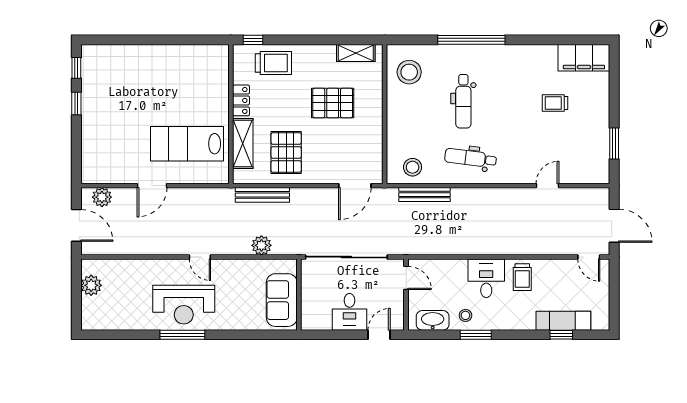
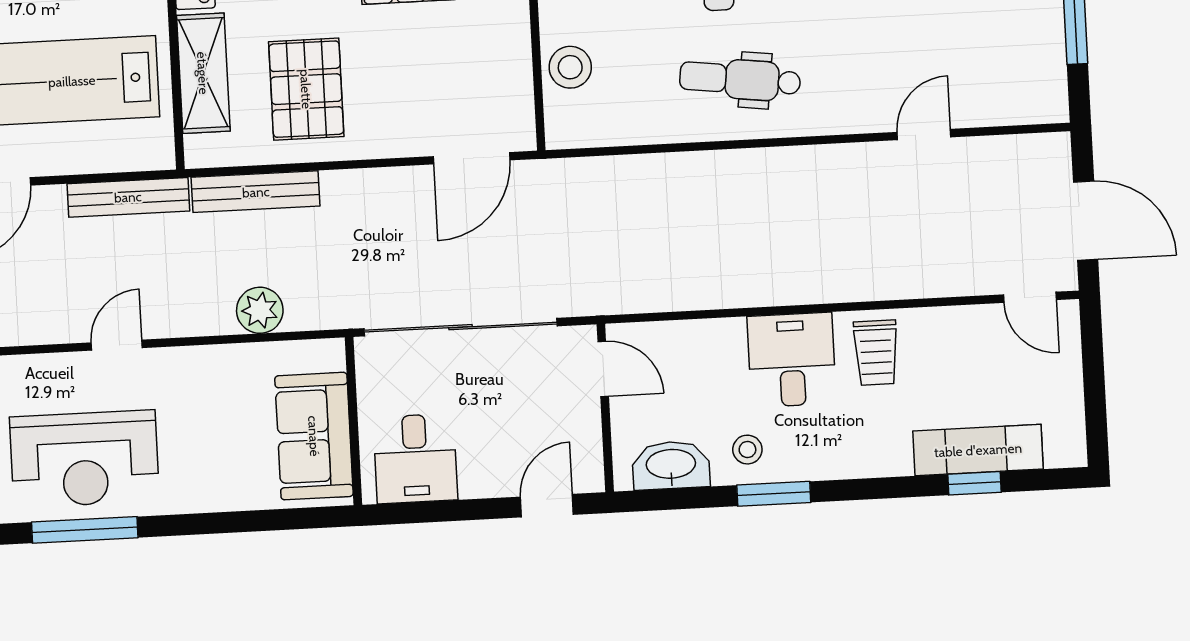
stool: (413, 167) -> (570, 67), moved
bench: (425, 195) -> (128, 197), moved
door: (200, 257) -> (117, 345), swing flipped
desk: (349, 312) -> (415, 459), moved

